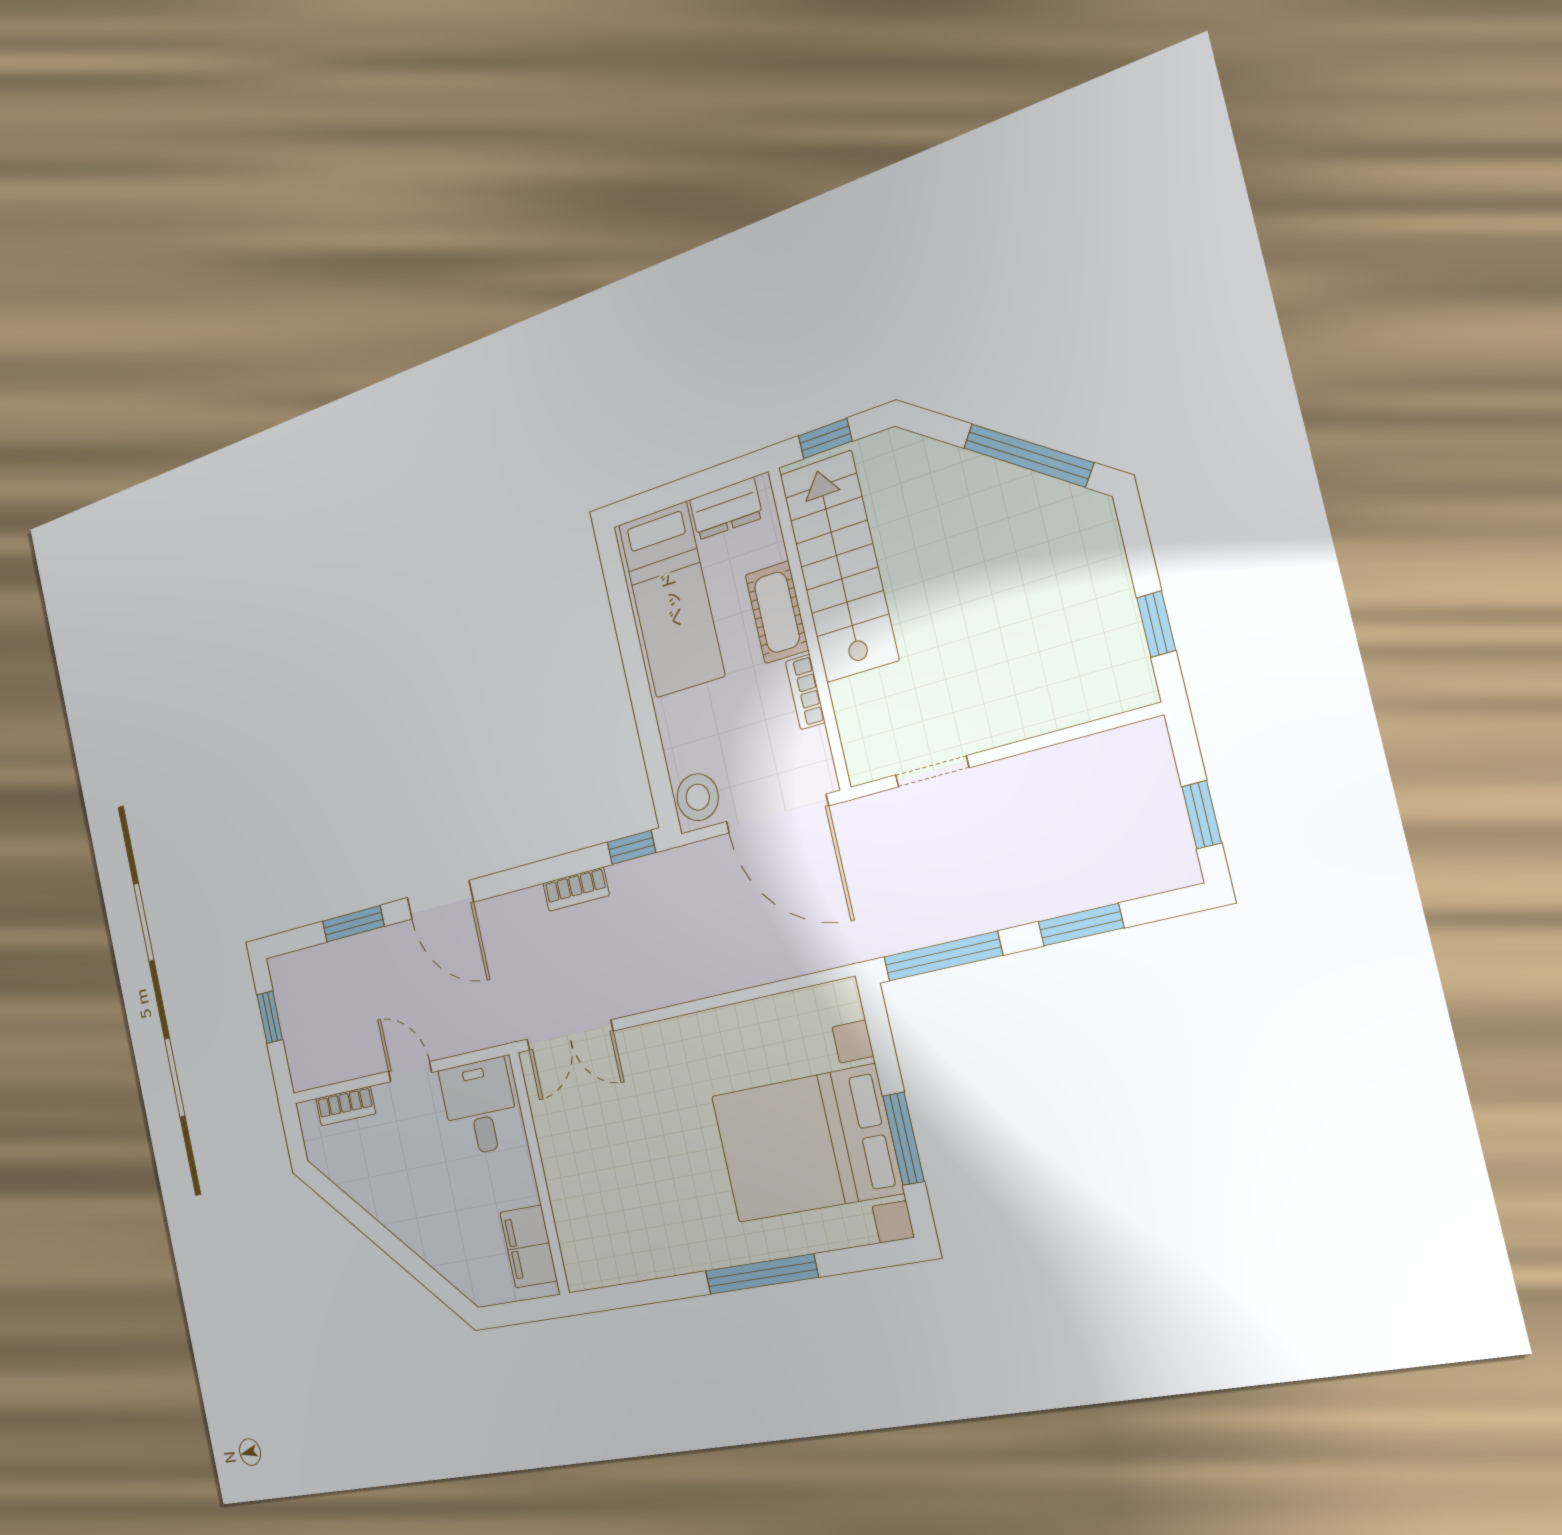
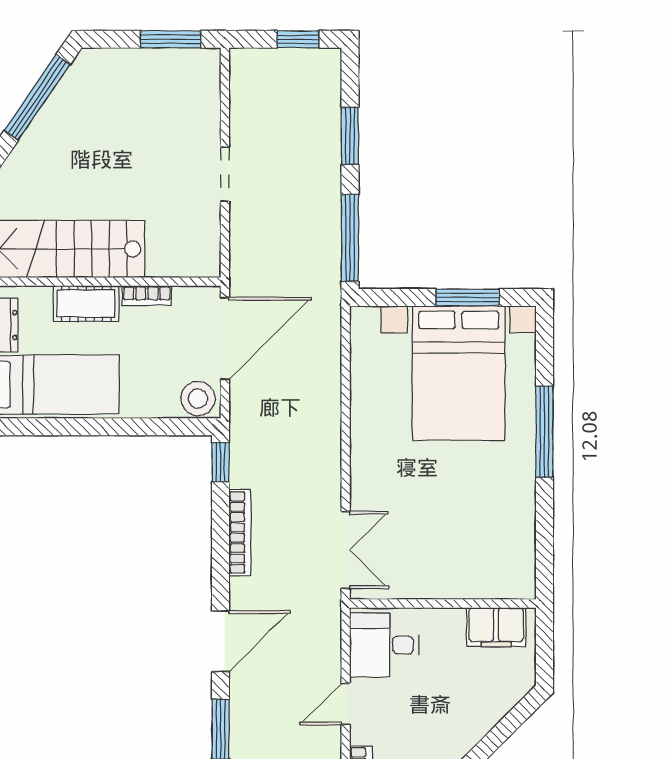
window: (1156, 624) -> (171, 39), width x1.50
doorway: (932, 771) -> (225, 174), moved
bookcase: (576, 889) -> (240, 533), width x1.56

